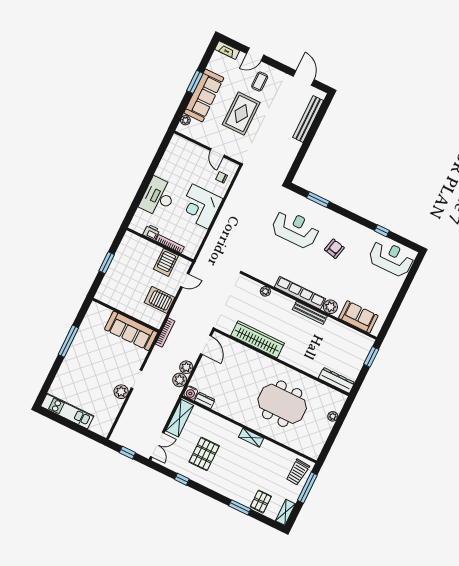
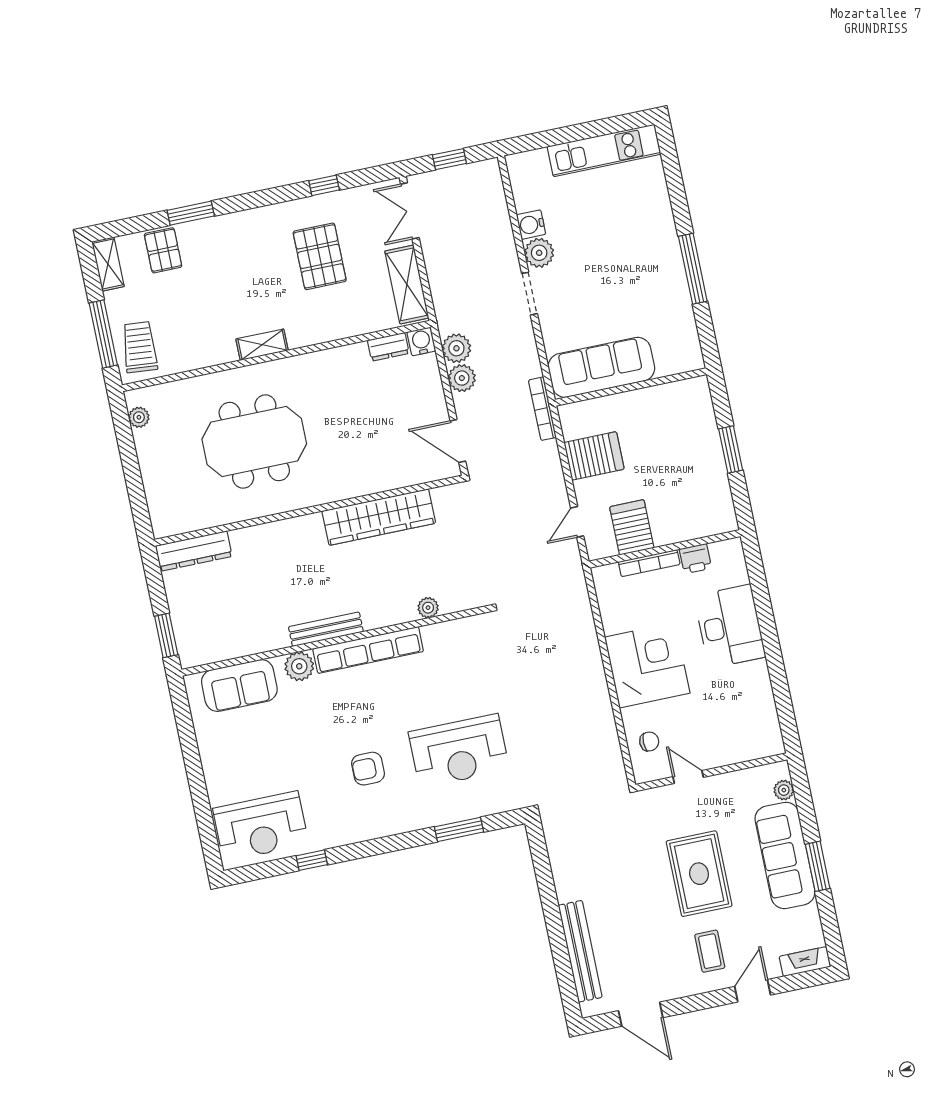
armchair: (334, 249) -> (368, 769), turned 77
water cooler: (116, 405) -> (531, 225), added
plant: (333, 416) -> (139, 417), moved

